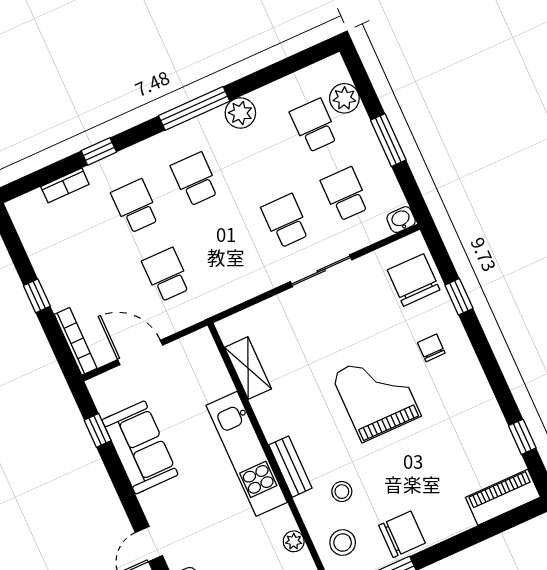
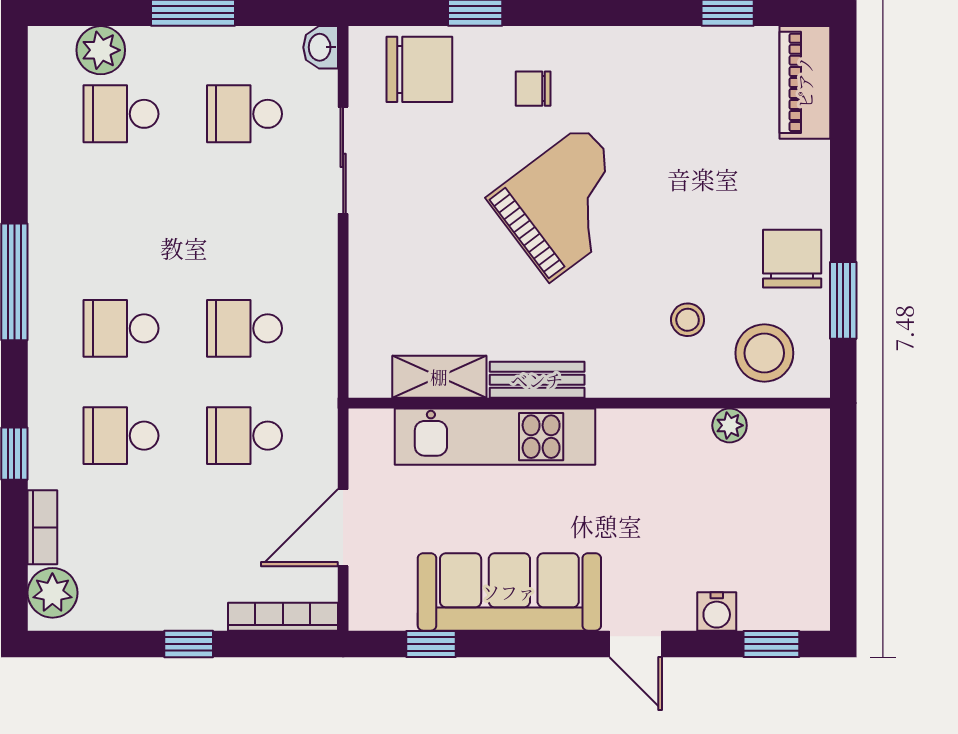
plant: (240, 113) -> (52, 593), moved
school desk: (286, 221) -> (244, 328), moved
sliding door: (321, 271) -> (343, 160), moved
chair: (414, 280) -> (419, 69), turned 180
grand piano: (376, 395) -> (567, 203), turned 143
sofa: (140, 447) -> (509, 592), width x1.36
kitchen unit: (247, 454) -> (495, 437), moved
bench: (290, 467) -> (537, 380), moved
stool: (343, 542) -> (764, 353), width x1.38, depth x1.38

